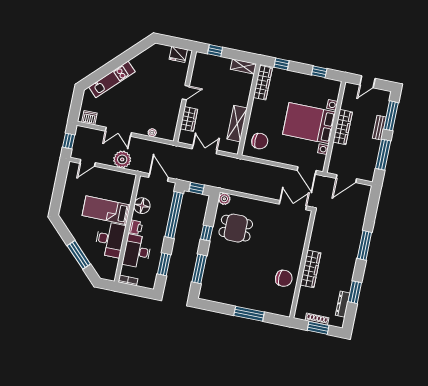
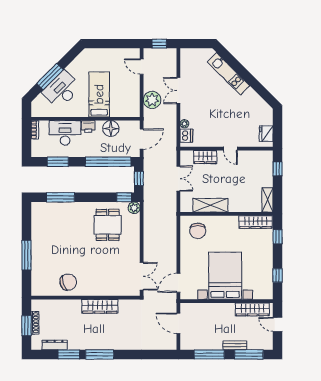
dishwasher: (89, 118) -> (186, 136), moved
wardrobe: (343, 127) -> (252, 309), moved
window: (207, 233) -> (124, 197), moved
desk: (110, 239) -> (62, 90), moved, turned 135
window: (364, 245) -> (100, 354), moved
wardrobe: (310, 269) -> (100, 306), moved
chair: (284, 278) -> (68, 282), turned -107

